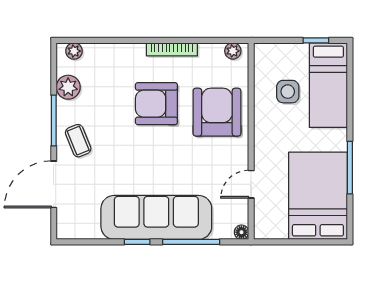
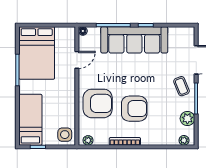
side table: (288, 92) -> (65, 135), moved
armchair: (217, 112) -> (98, 103), turned -90

